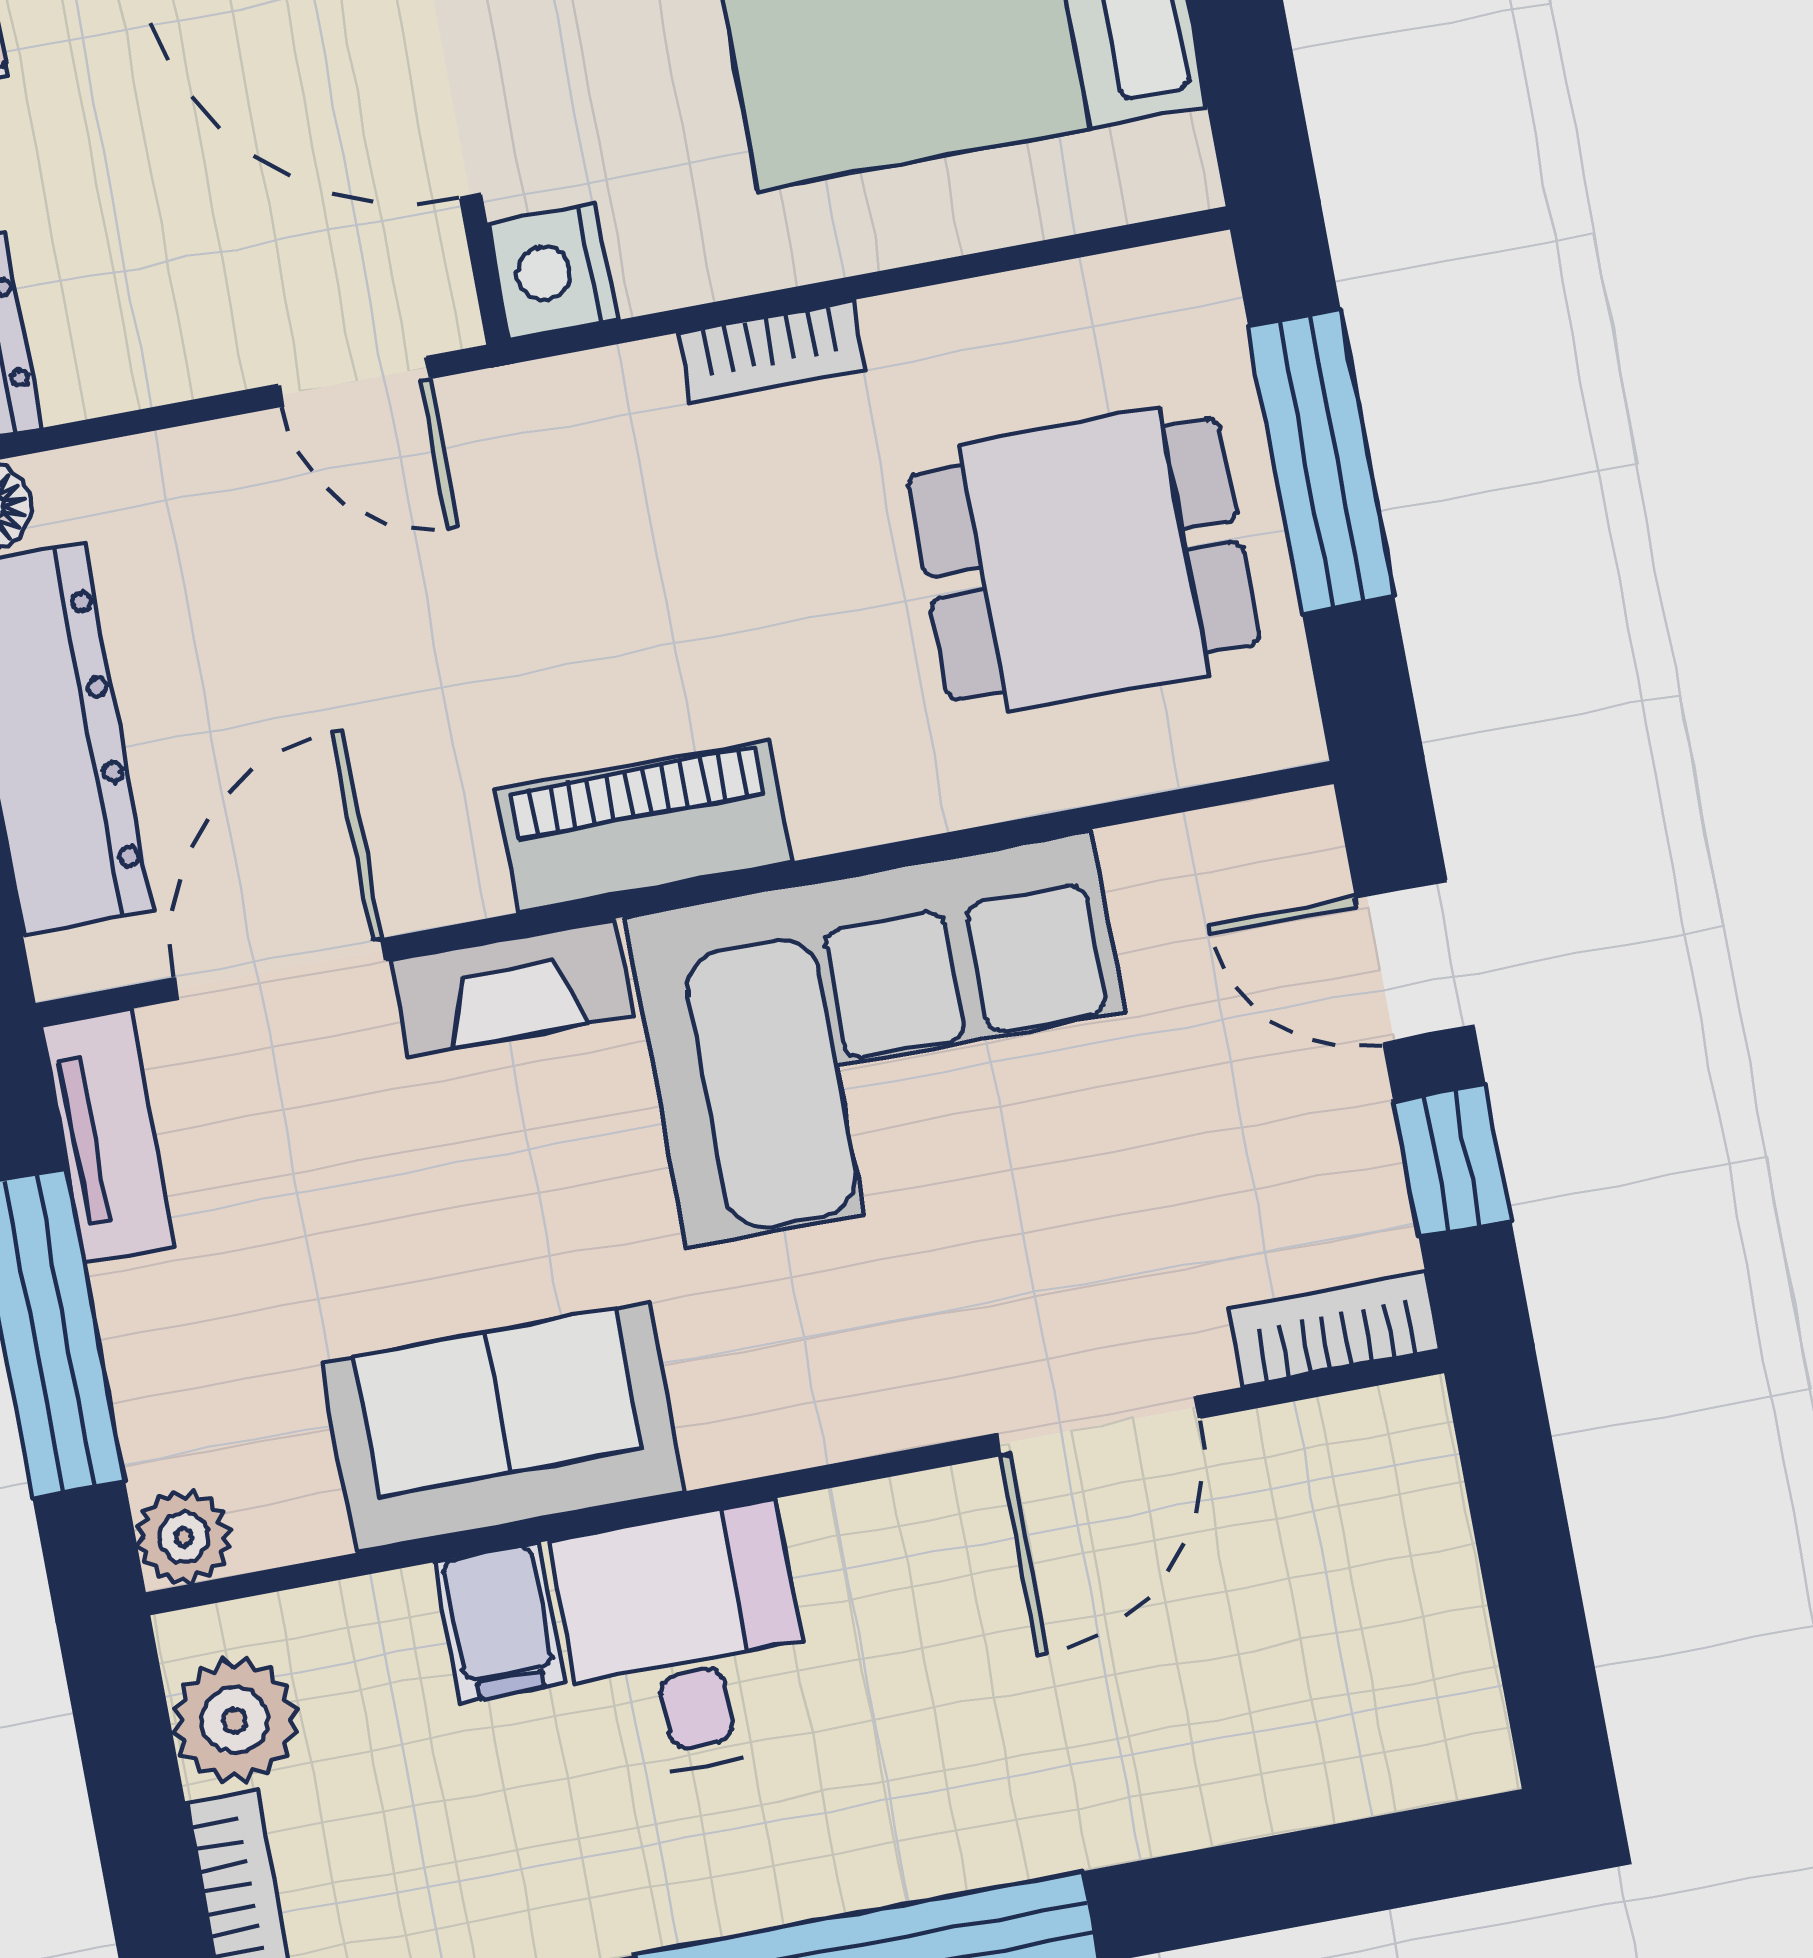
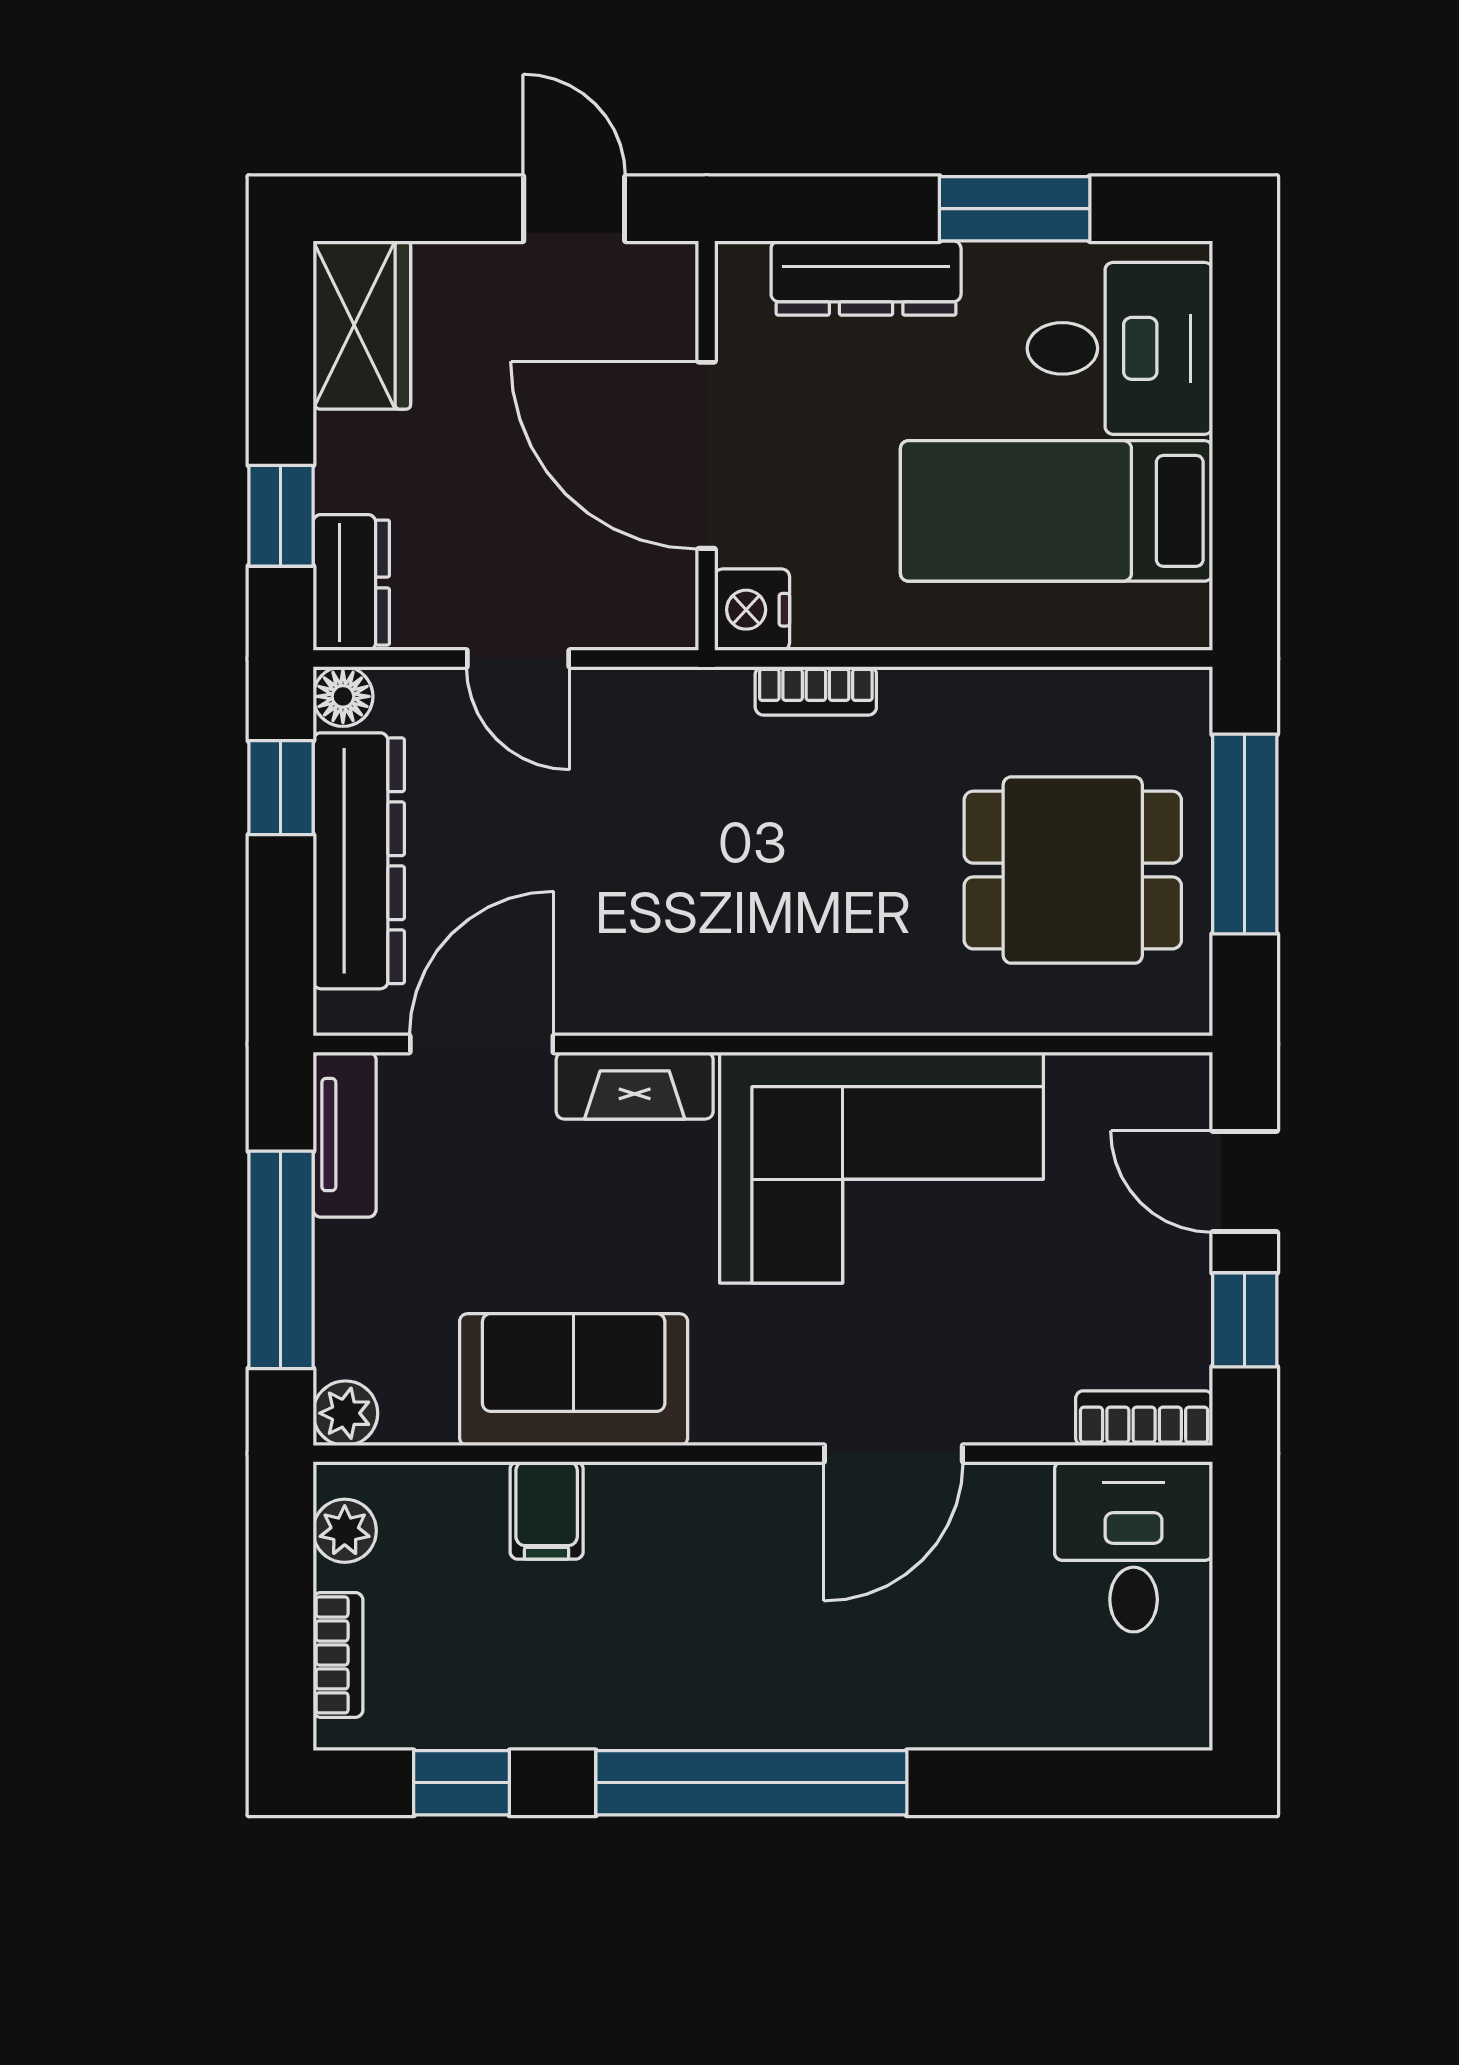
bookcase: (772, 351) -> (816, 691), moved
door: (354, 381) -> (518, 658), moved
piano: (644, 826) -> (744, 994), removed
door: (1098, 1426) -> (893, 1454), moved
desk: (685, 1642) -> (1134, 1547), moved
plant: (234, 1720) -> (345, 1531), width x0.73, depth x0.73

